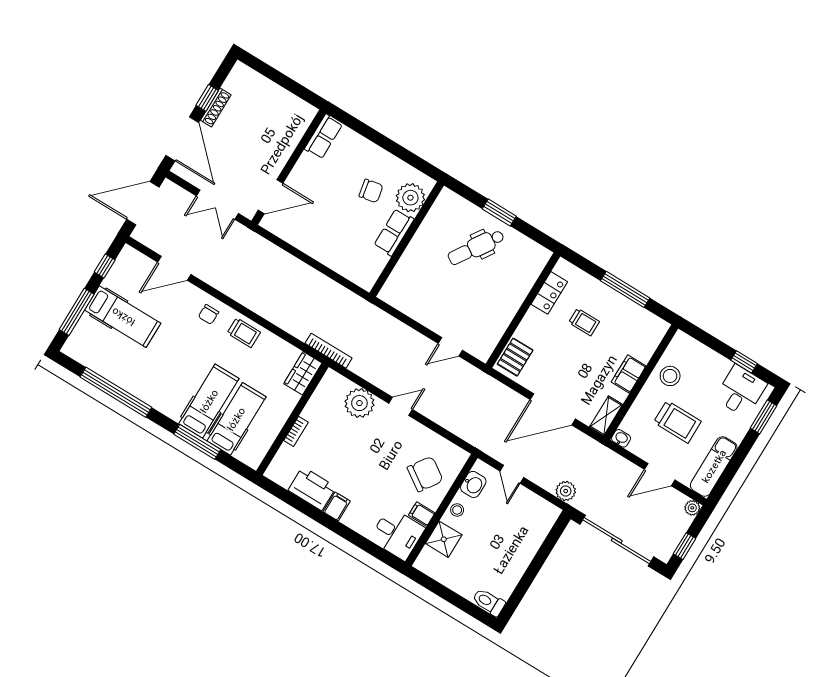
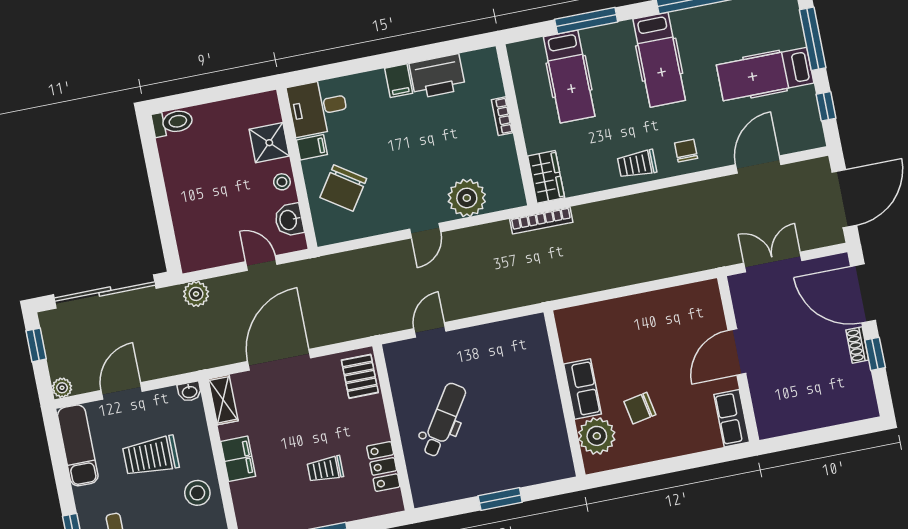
shoe rack: (216, 107) -> (857, 345), width x0.70
door: (271, 197) -> (737, 352), moved
dental chair: (476, 247) -> (444, 420), moved
hospital bed: (209, 401) -> (659, 60), moved

